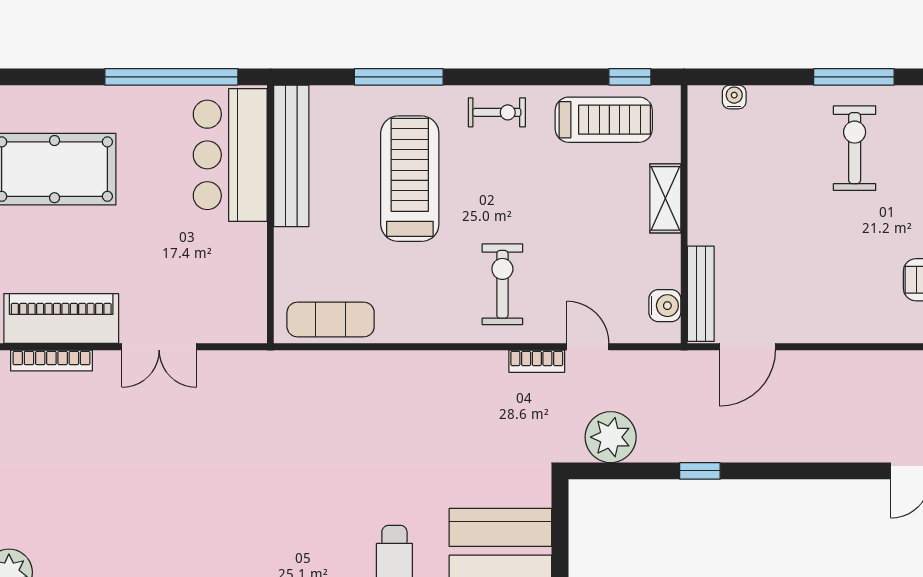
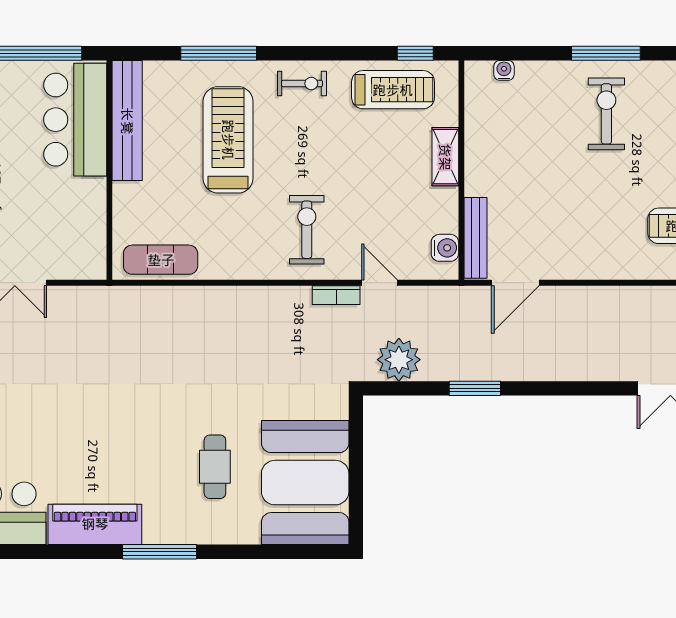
window: (700, 471) -> (475, 388), width x1.50

